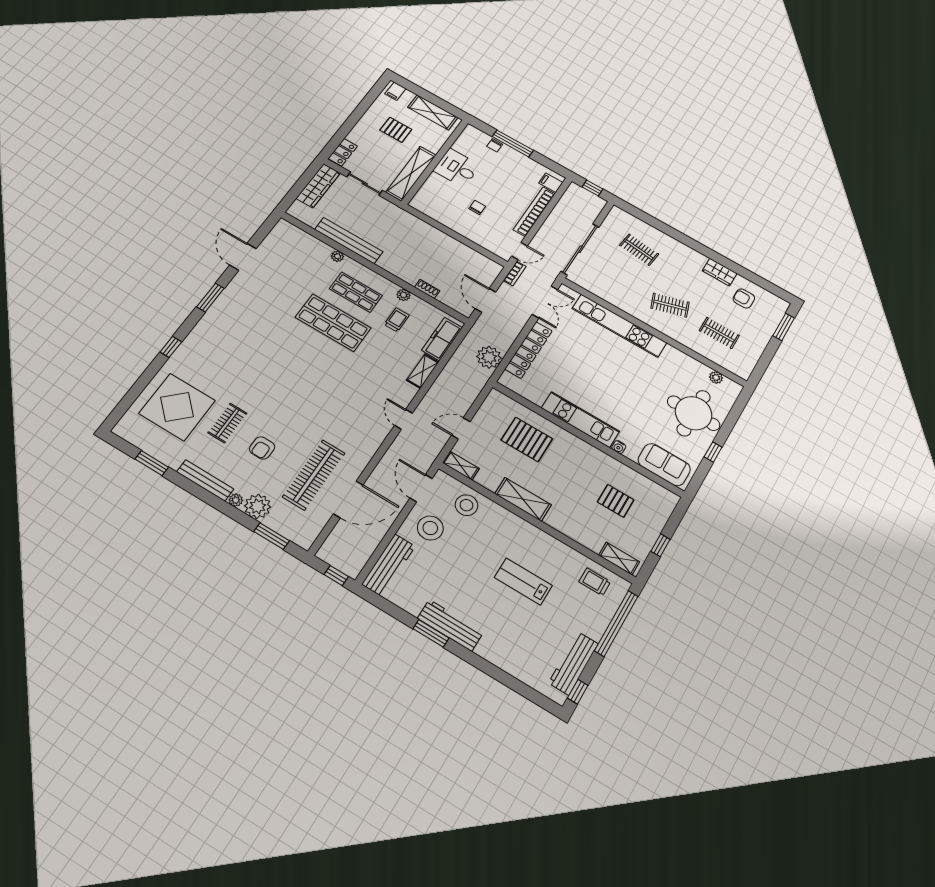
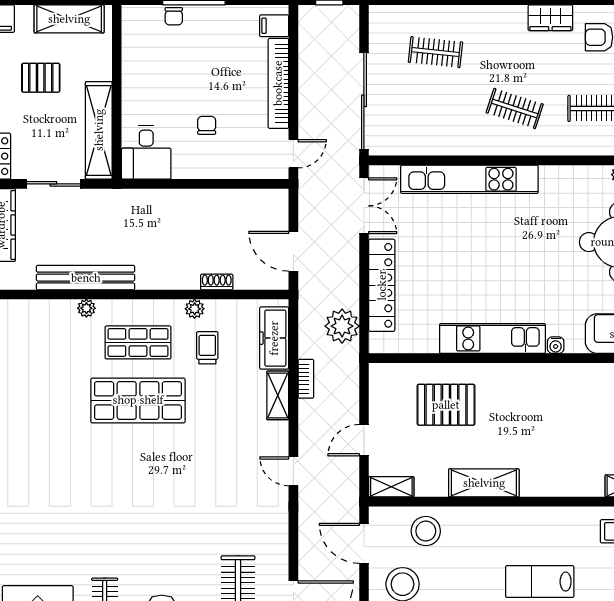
desk: (457, 168) -> (146, 153), moved, turned -90
bookcase: (515, 274) -> (306, 379), moved
clothes rail: (670, 305) -> (515, 108), turned 36
pallet: (616, 501) -> (588, 417), removed

